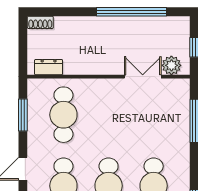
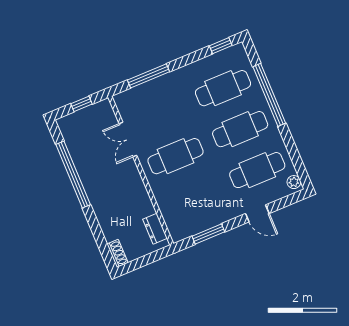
plant: (171, 65) -> (107, 118), removed
cafe table: (63, 115) -> (176, 156), moved

